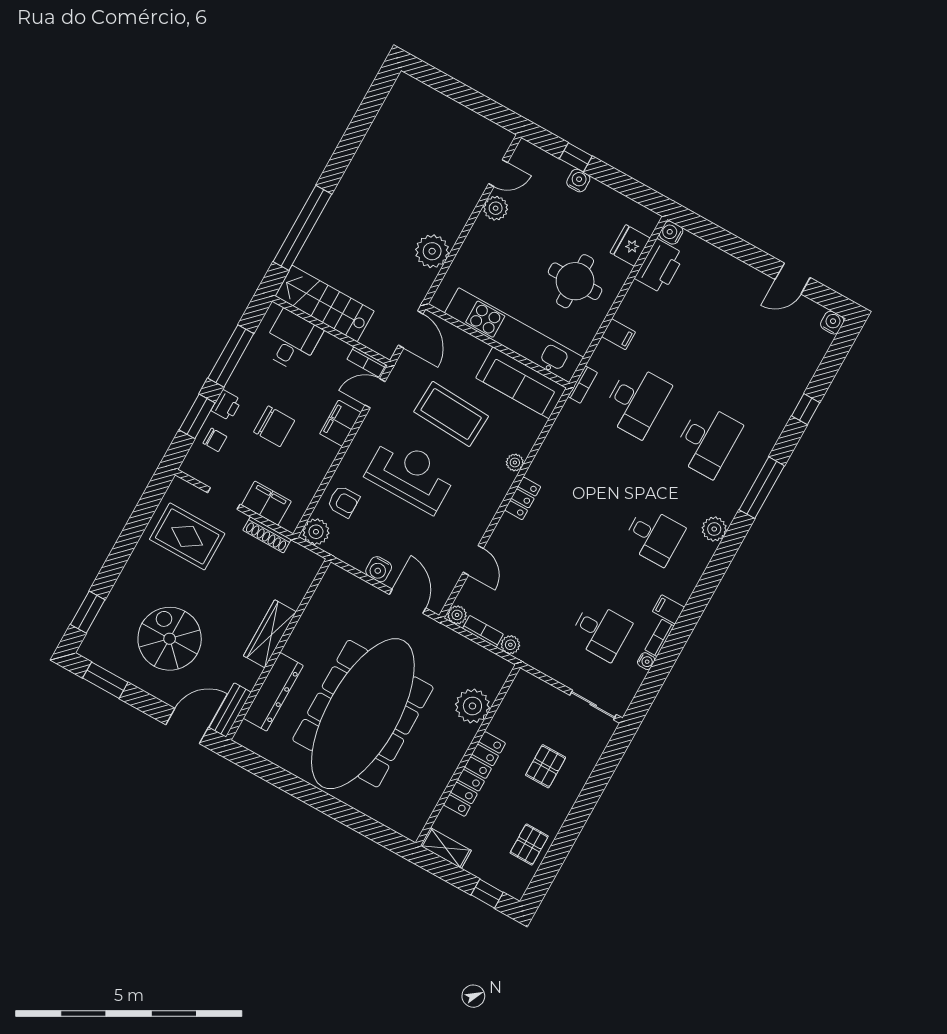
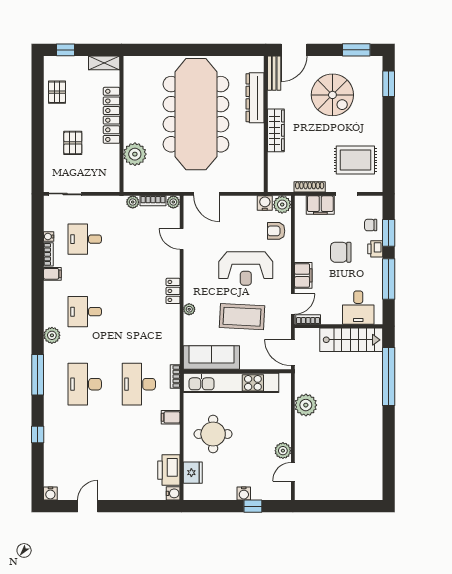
water cooler: (379, 569) -> (265, 203), moved

